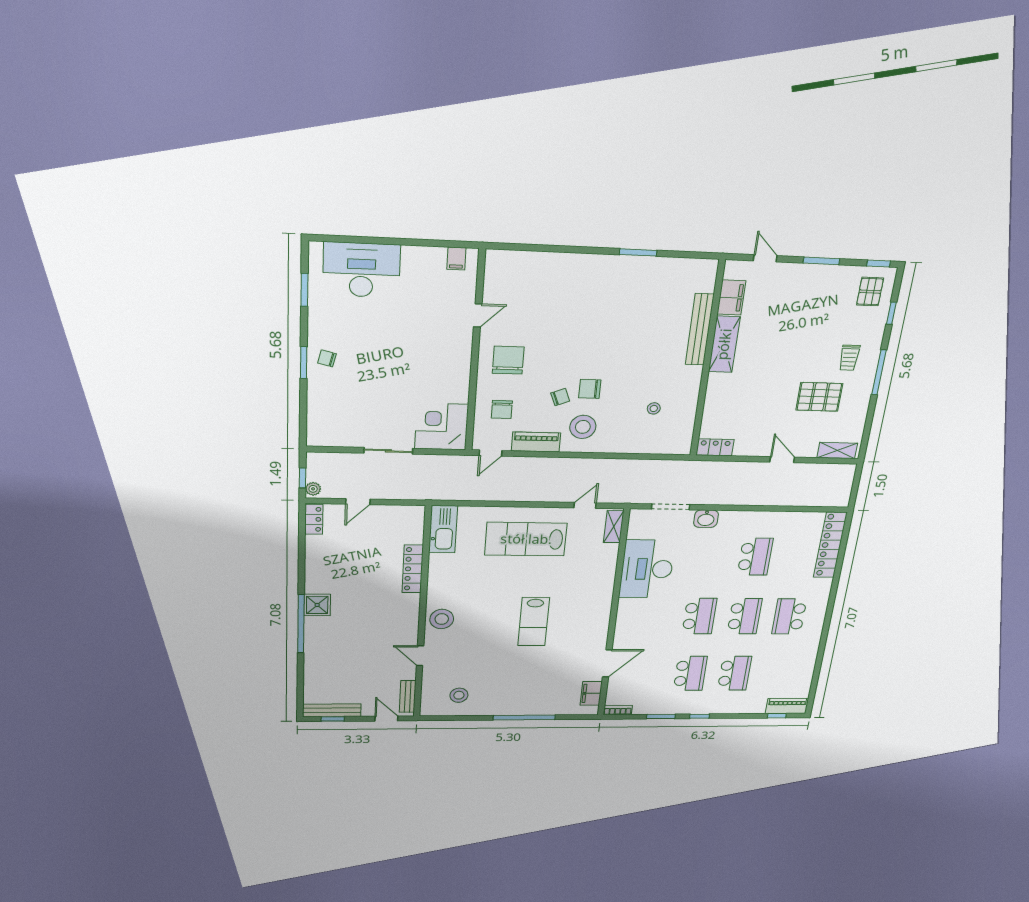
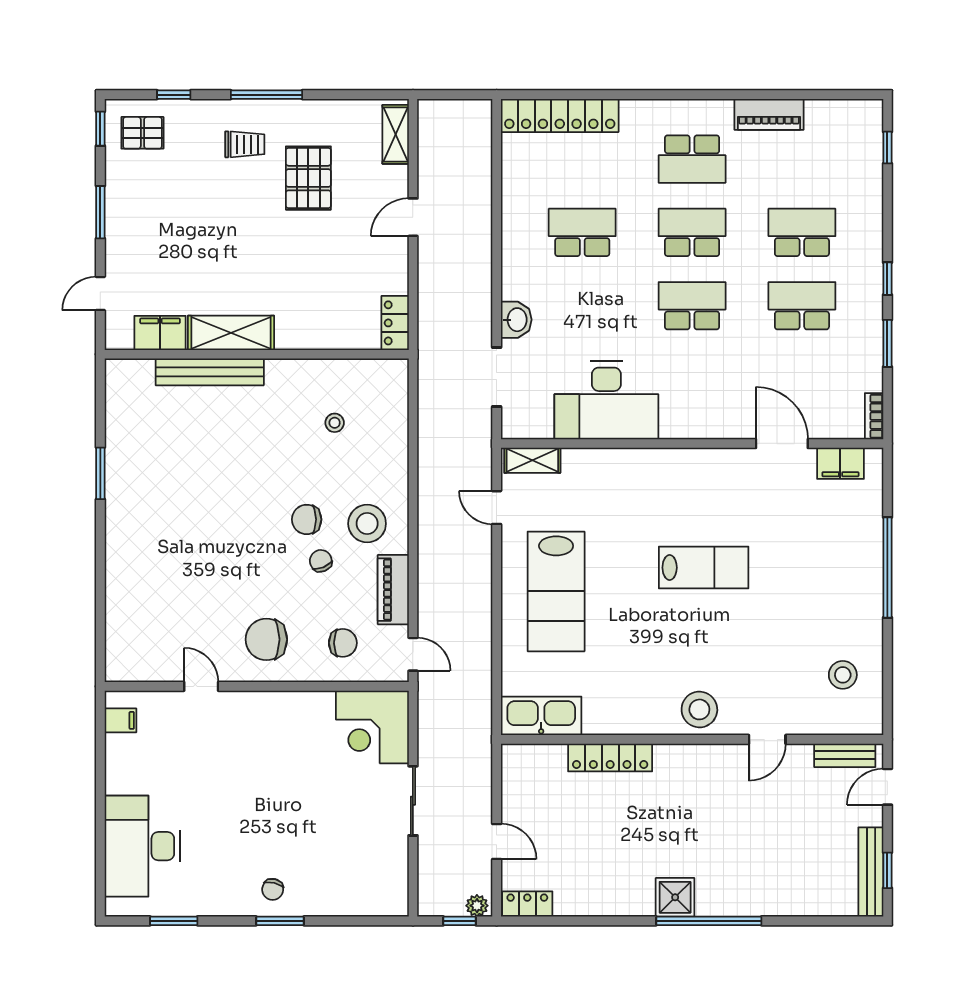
chair: (590, 389) -> (307, 519), turned 90
piano: (787, 706) -> (769, 114), moved, turned -90

